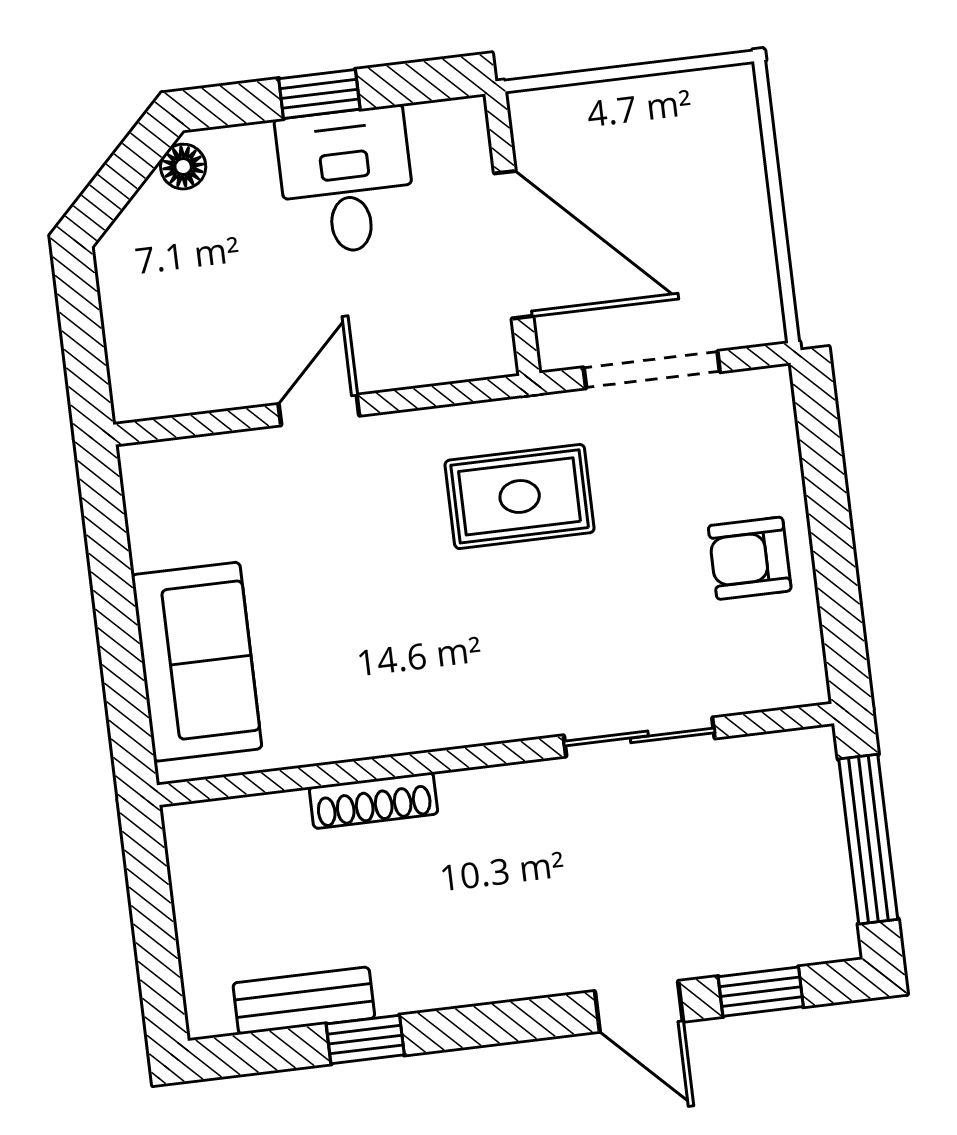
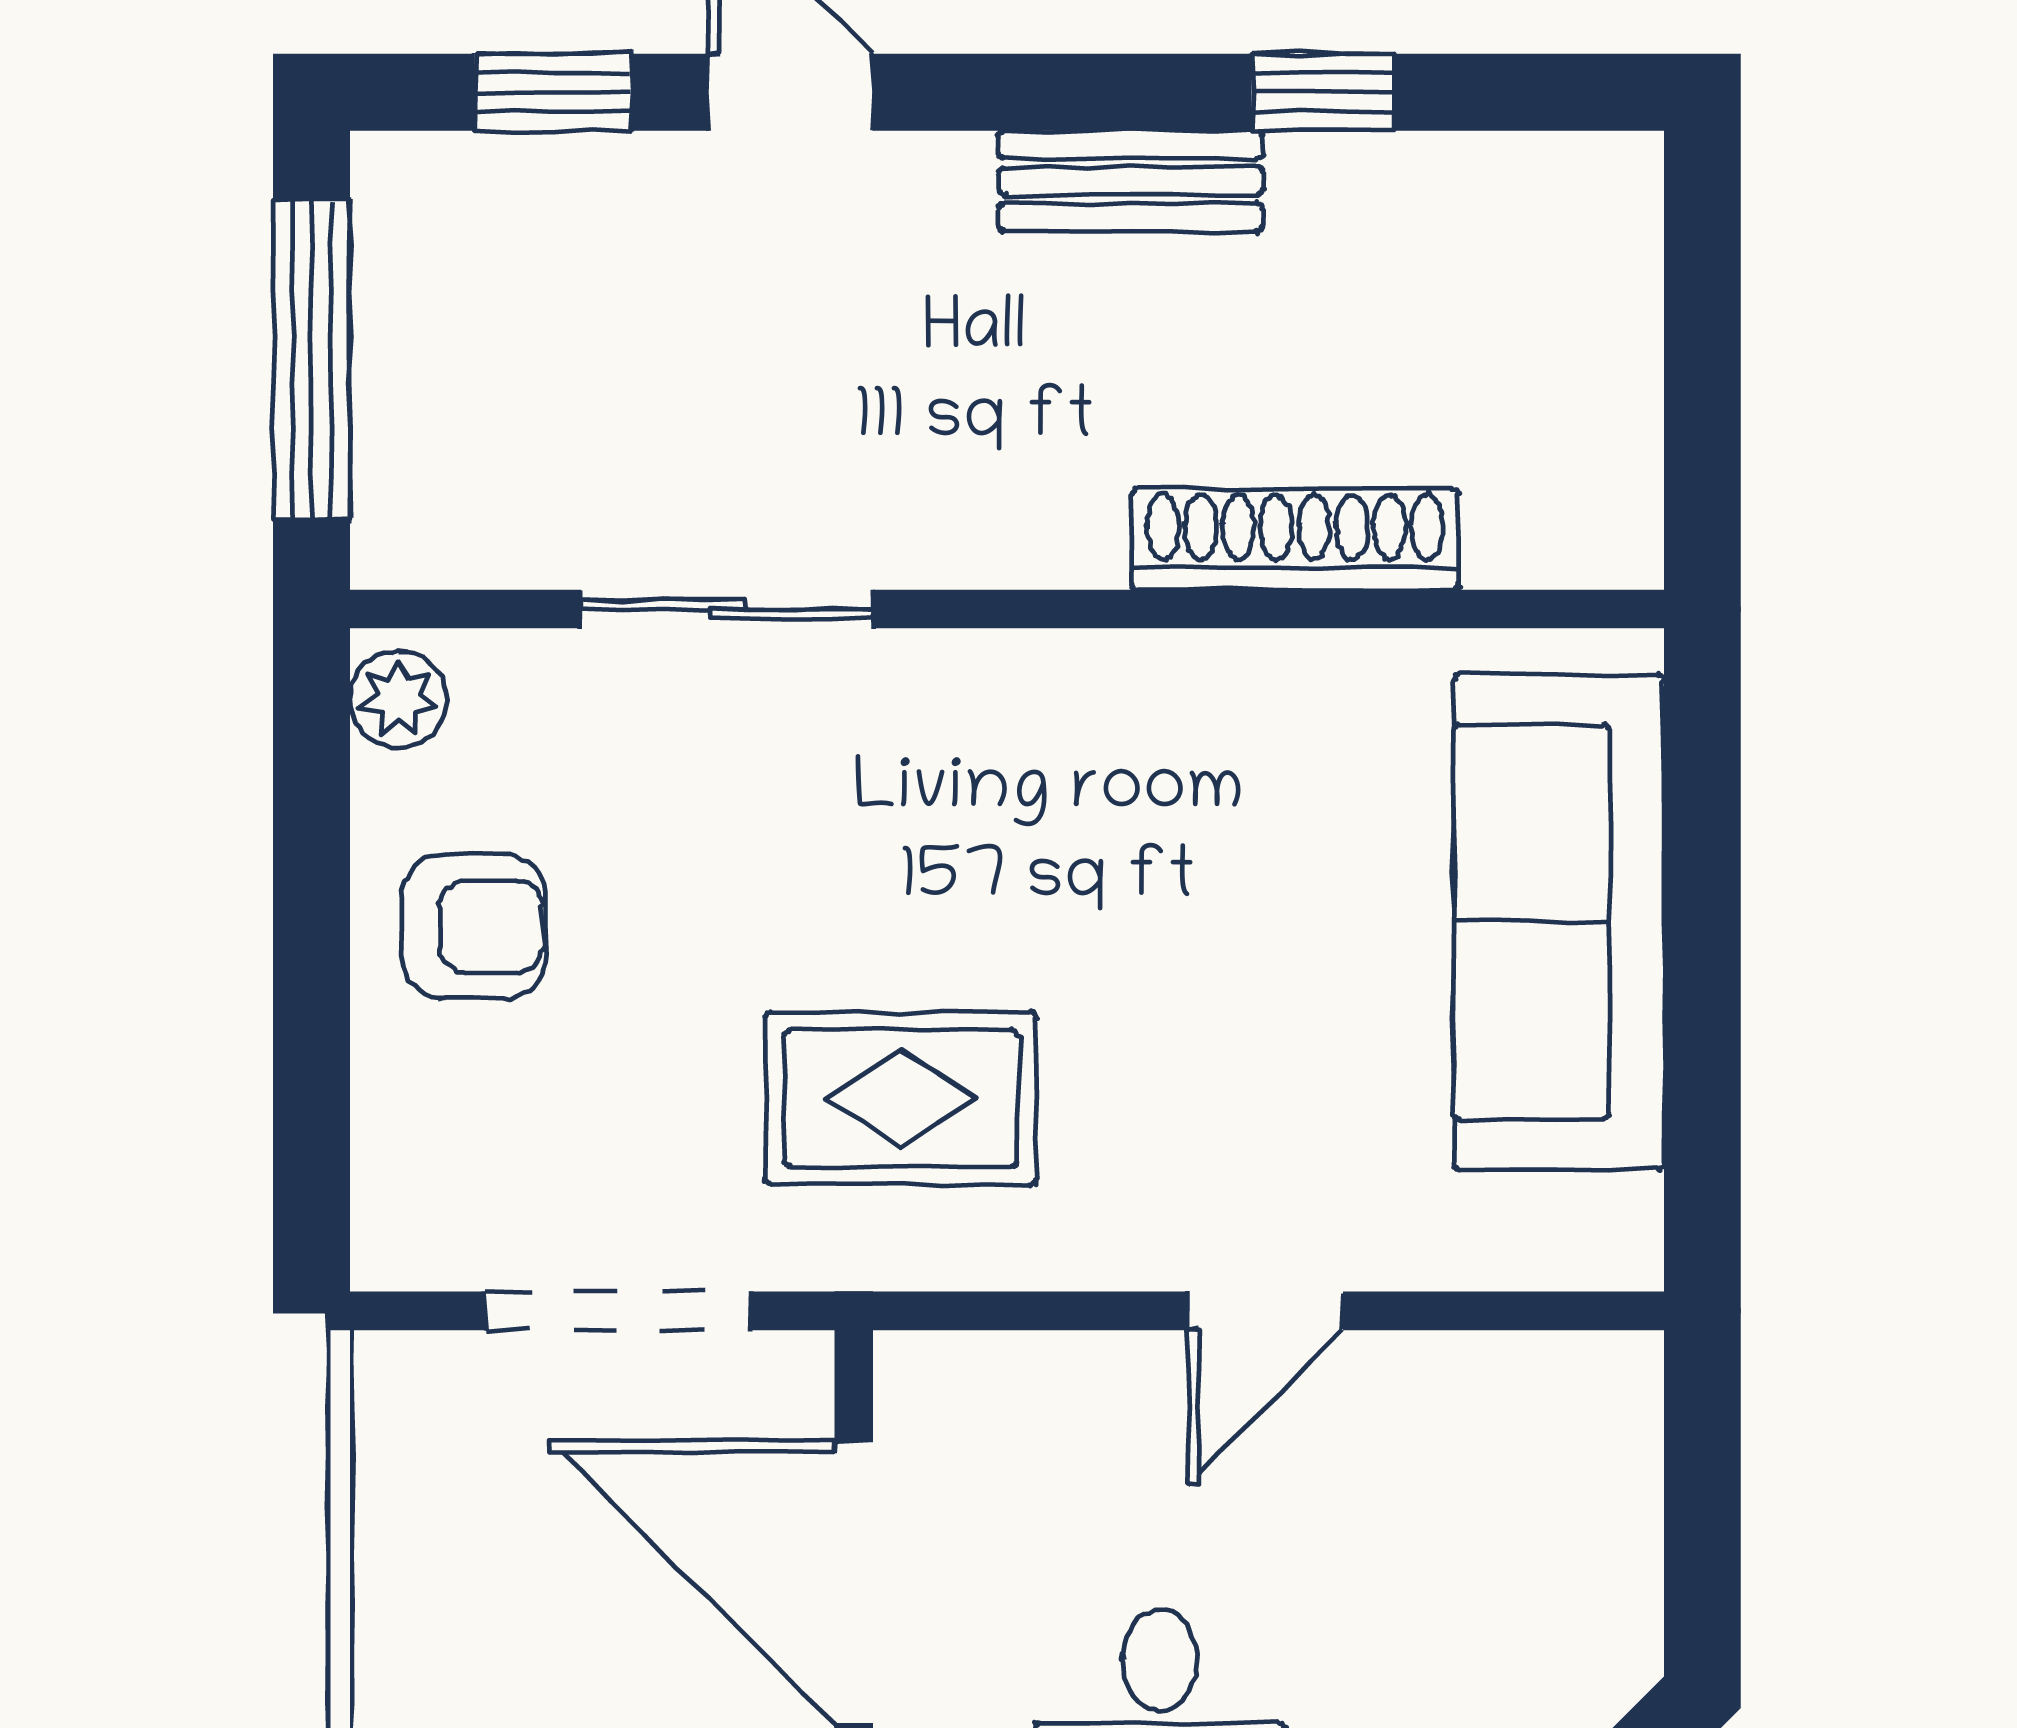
sofa: (197, 662) -> (1559, 922), width x1.36
plant: (802, 670) -> (398, 699), added
shoe rack: (373, 800) -> (1295, 539), width x1.36, depth x1.24
bench: (304, 1001) -> (1131, 181), moved

